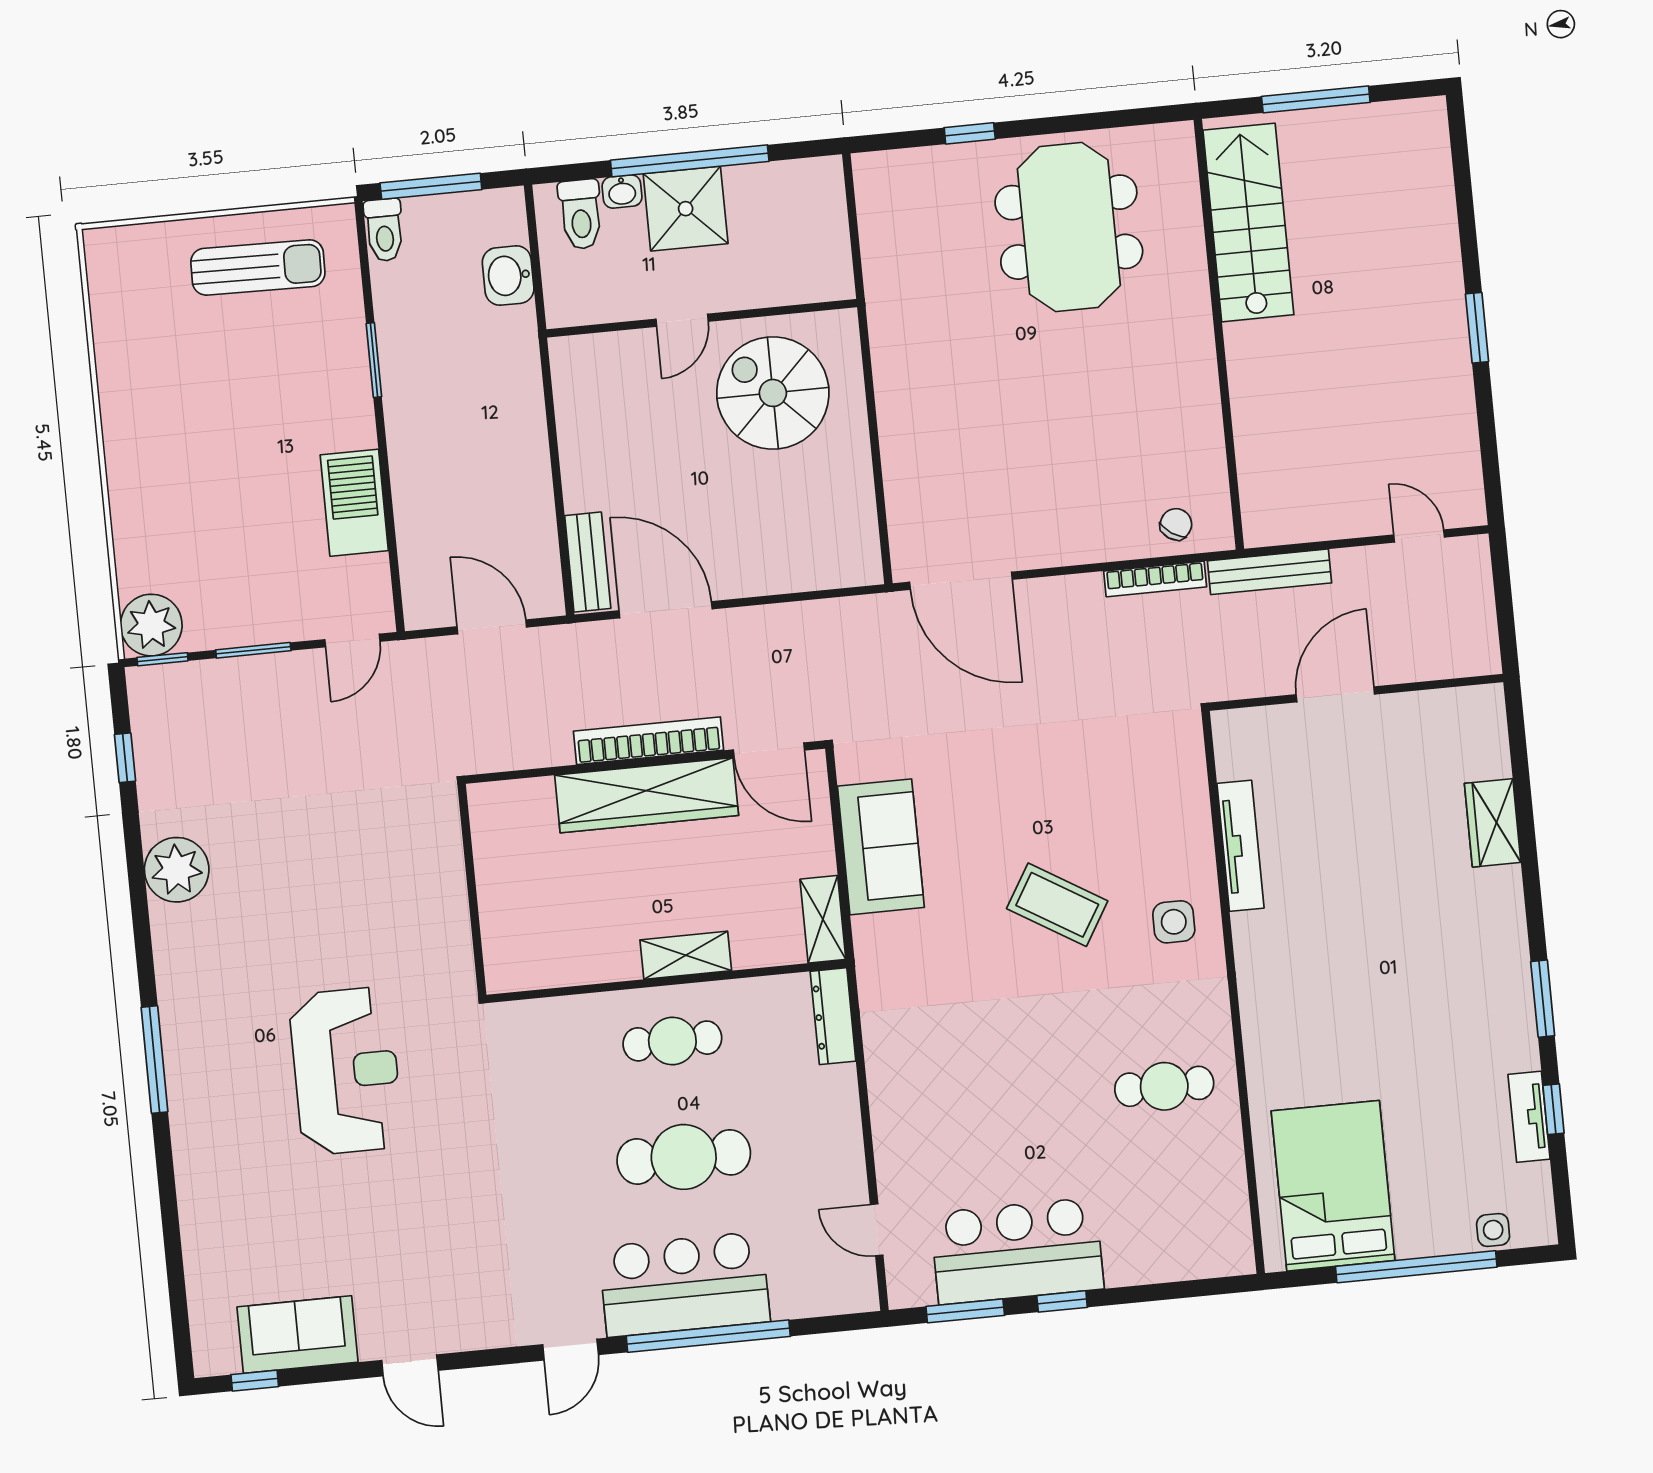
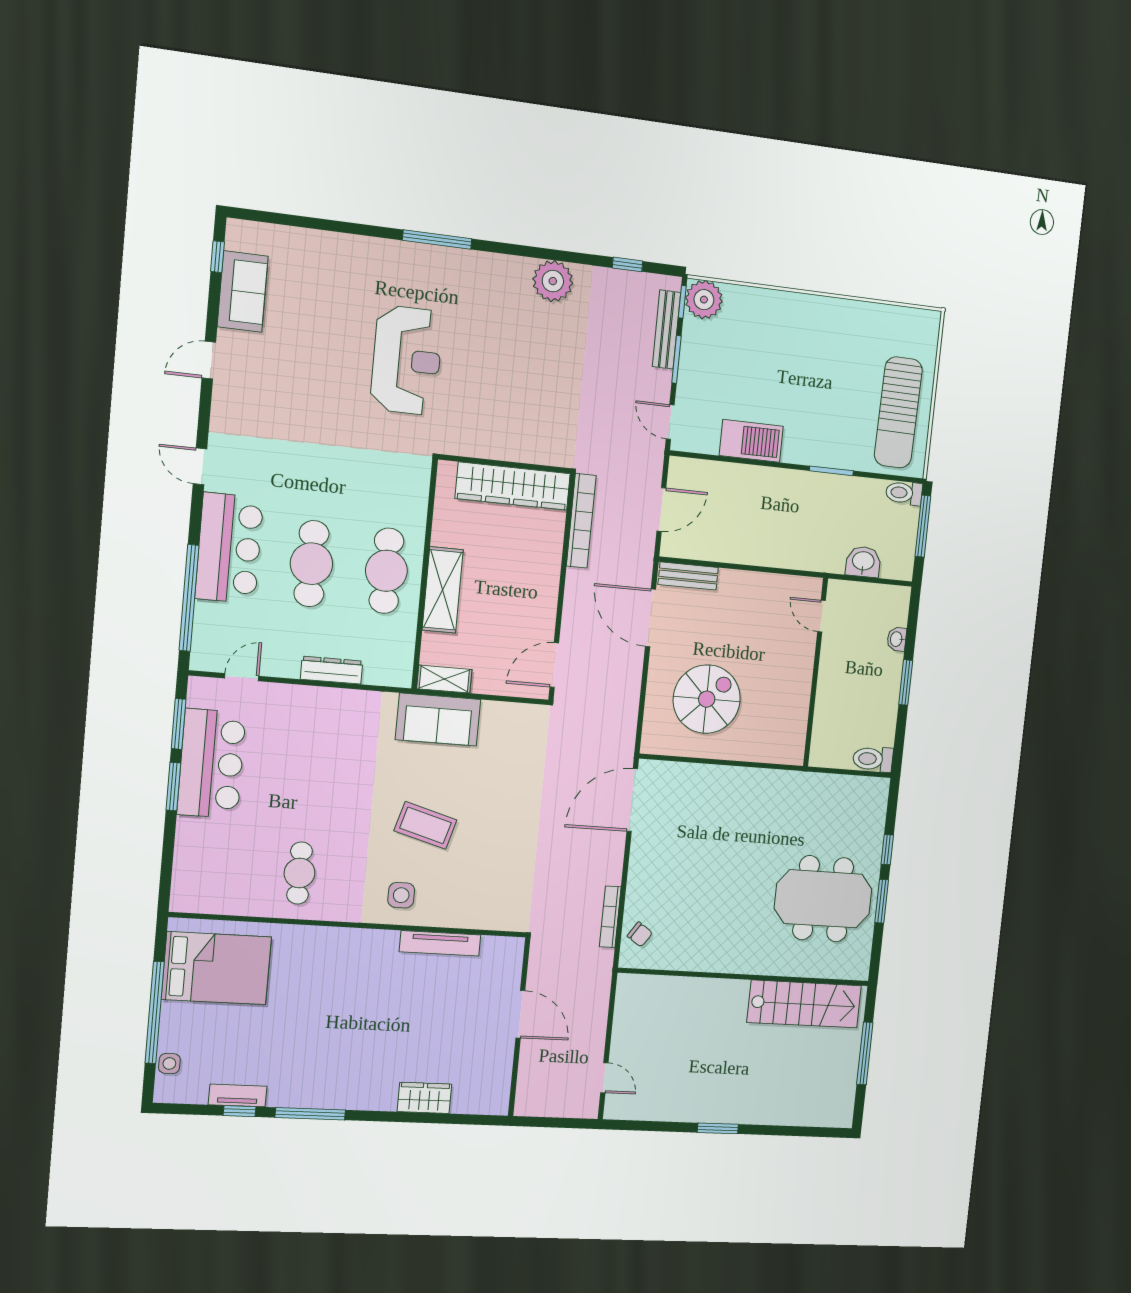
window: (1057, 125) -> (882, 901), added
window: (690, 161) -> (906, 683), width x0.47
shower: (686, 209) -> (879, 675), removed
toilet: (581, 214) -> (873, 759), moved
sun lounger: (258, 267) -> (898, 412), width x1.36, depth x1.34
door: (682, 320) -> (822, 616), moved
spiral stairs: (773, 393) -> (707, 699), moved
door: (1419, 536) -> (604, 1078), hinge flipped
bench: (1270, 572) -> (666, 330), moved
door: (666, 610) -> (651, 618), swing flipped
bookcase: (648, 741) -> (581, 521), moved
wardrobe: (647, 795) -> (513, 486), moved, turned -90
sofa: (881, 847) -> (438, 720), moved
coffee table: (1057, 905) -> (425, 825), turned 75
shelving: (686, 955) -> (443, 590), width x1.50, depth x1.33
window: (1543, 999) -> (310, 1114), width x1.44
dresser: (833, 1016) -> (332, 670), moved
cafe table: (672, 1041) -> (386, 571), width x1.37, depth x1.35
reception desk: (346, 1071) -> (407, 360), turned -90
window: (1062, 1301) -> (173, 786), width x1.50
window: (708, 1336) -> (189, 598), moved

